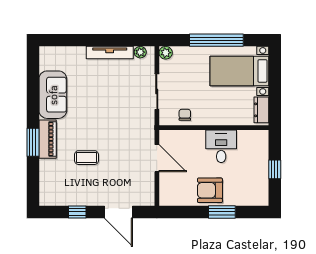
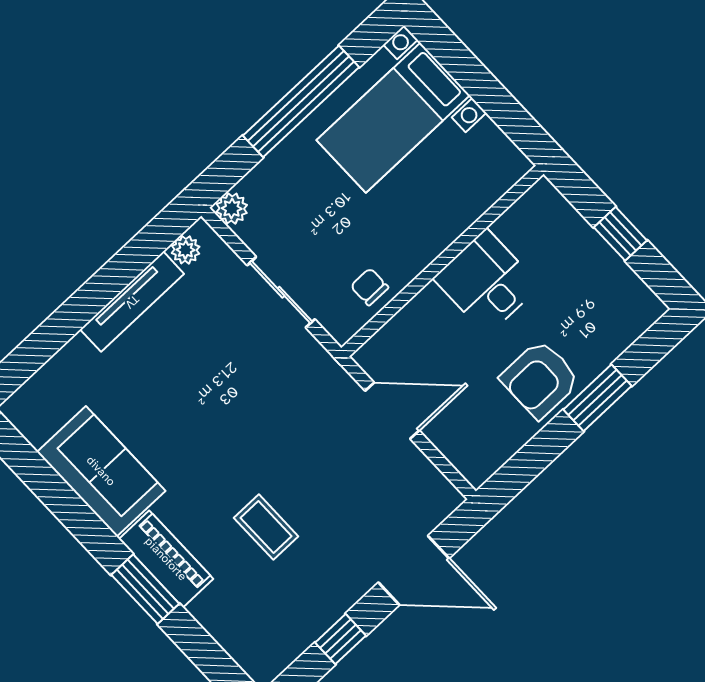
dresser: (261, 110) -> (497, 150), removed
coffee table: (86, 158) -> (266, 527), turned 90

